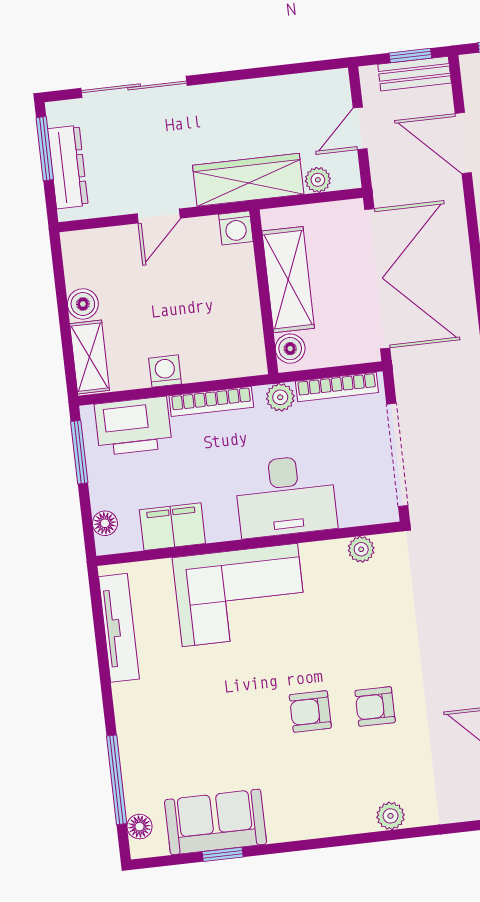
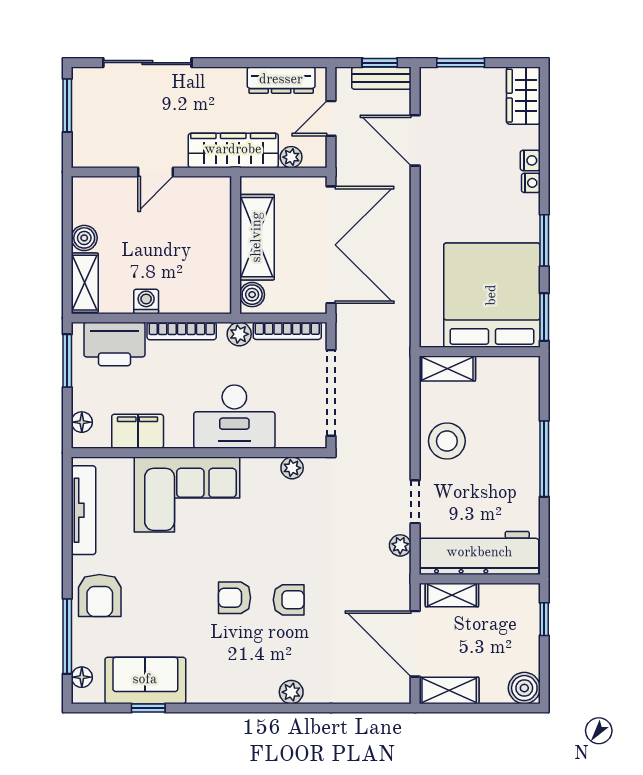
dresser: (68, 167) -> (281, 80), moved, turned 90
washing machine: (236, 228) -> (218, 189), removed
armchair: (375, 706) -> (289, 600), turned 180
armchair: (150, 727) -> (100, 596), added

